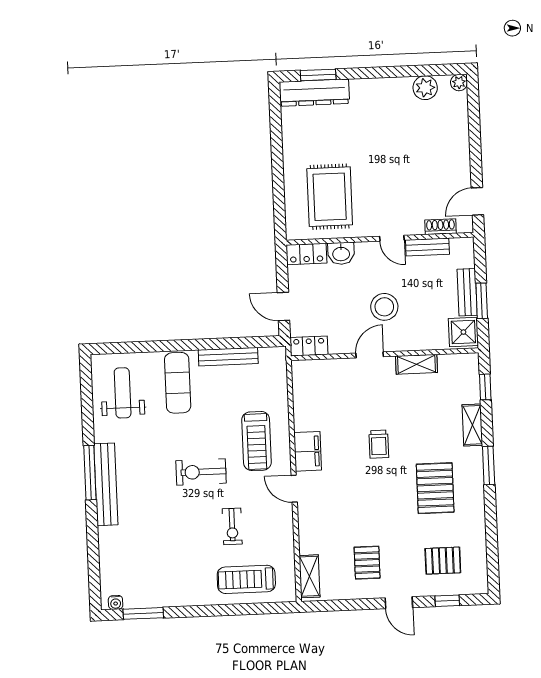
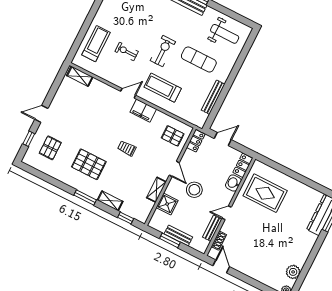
shower: (463, 332) -> (167, 204), moved
exercise mat: (178, 383) -> (199, 59), moved
pallet: (367, 563) -> (173, 136), moved

